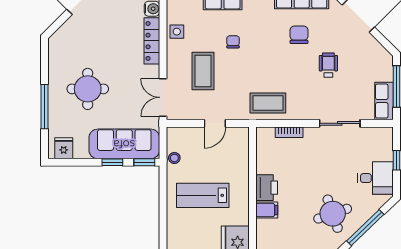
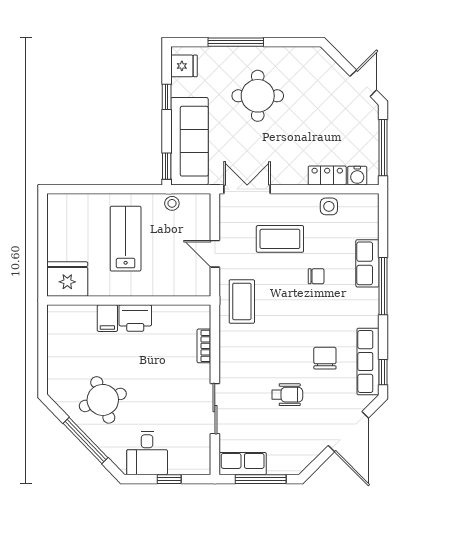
chair: (299, 35) -> (325, 358), turned -90
locker: (152, 41) -> (327, 175), width x0.66
coffee table: (268, 103) -> (242, 301), moved
window: (112, 162) -> (167, 97), moved

